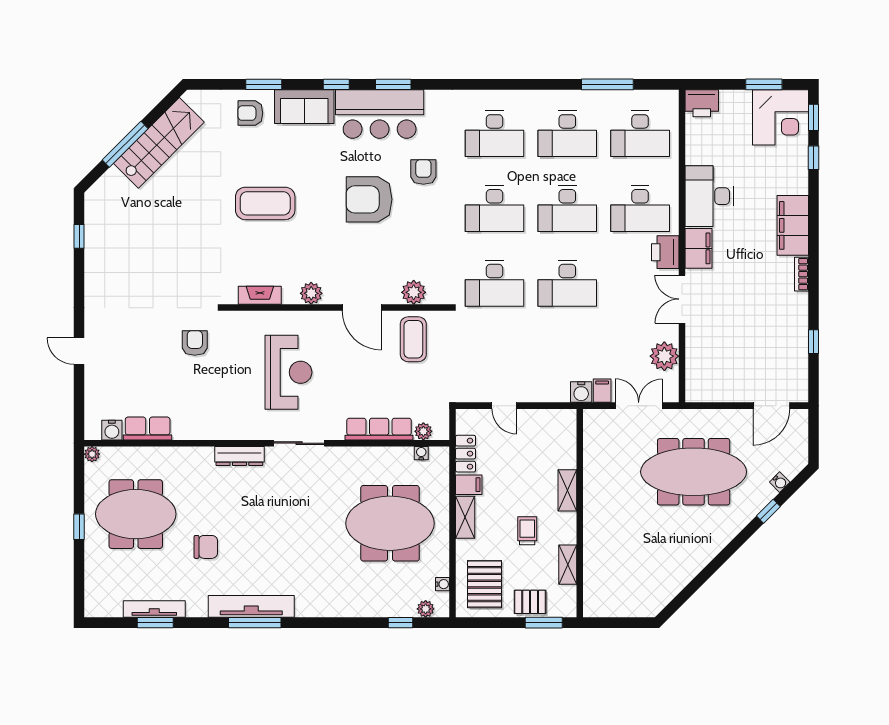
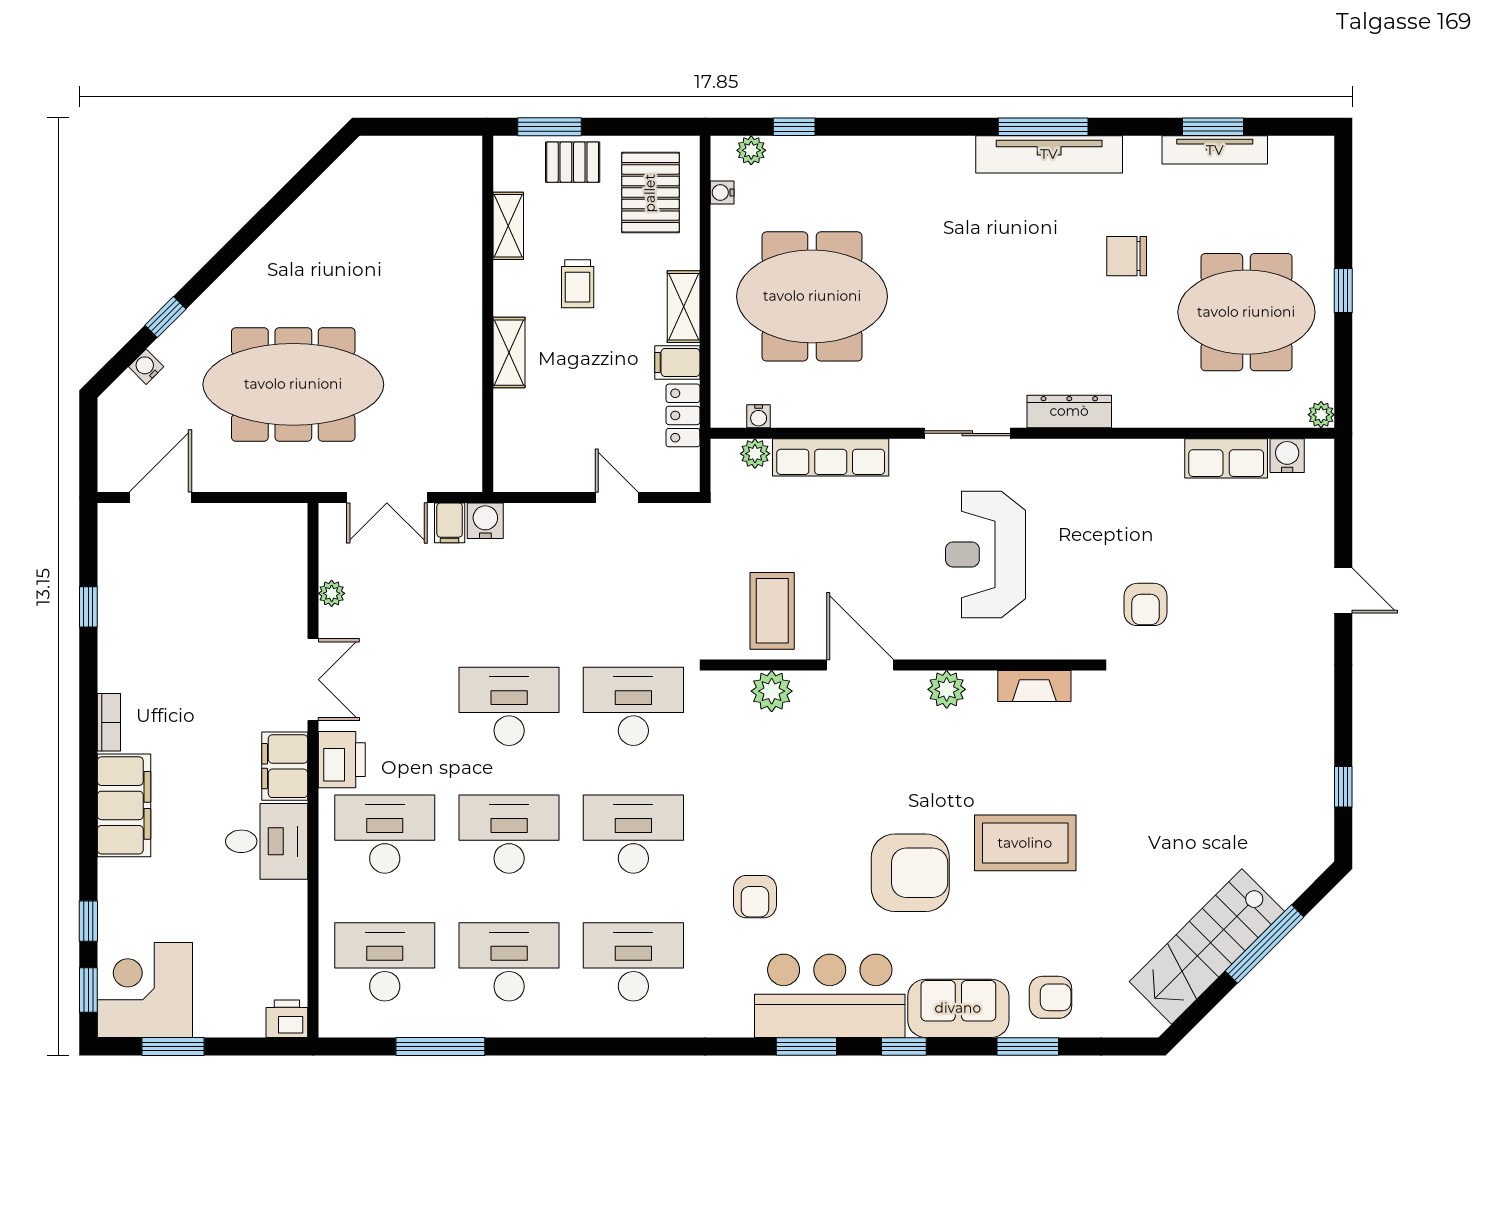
printer: (702, 103) -> (287, 1019), width x0.73, depth x0.81
desk: (709, 196) -> (267, 841), width x0.73
armchair: (369, 199) -> (910, 873), moved
plant: (664, 356) -> (332, 593), width x0.53, depth x0.53

